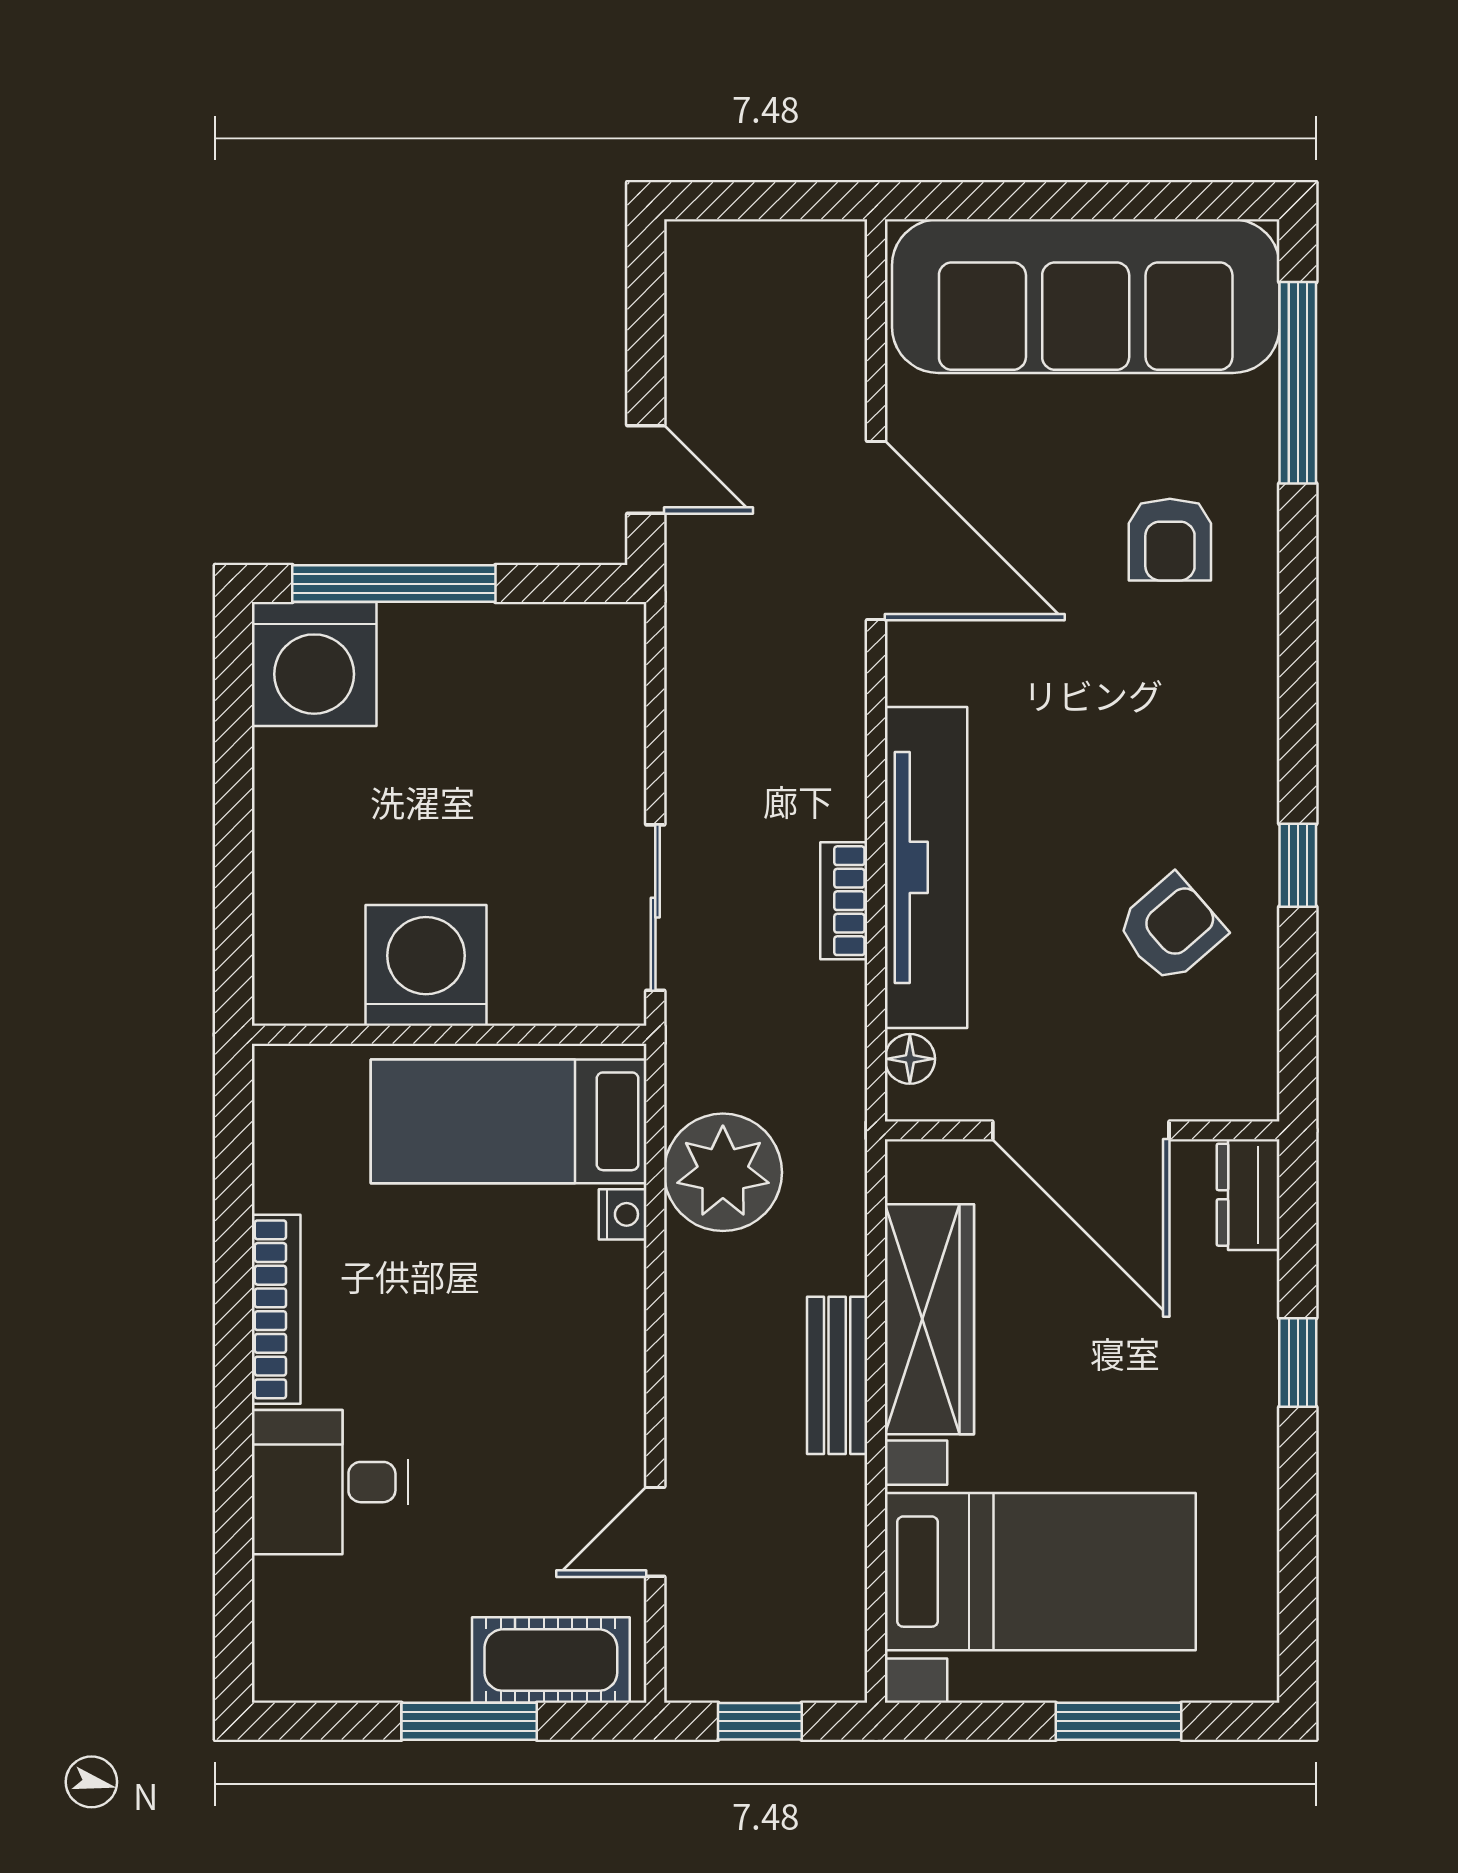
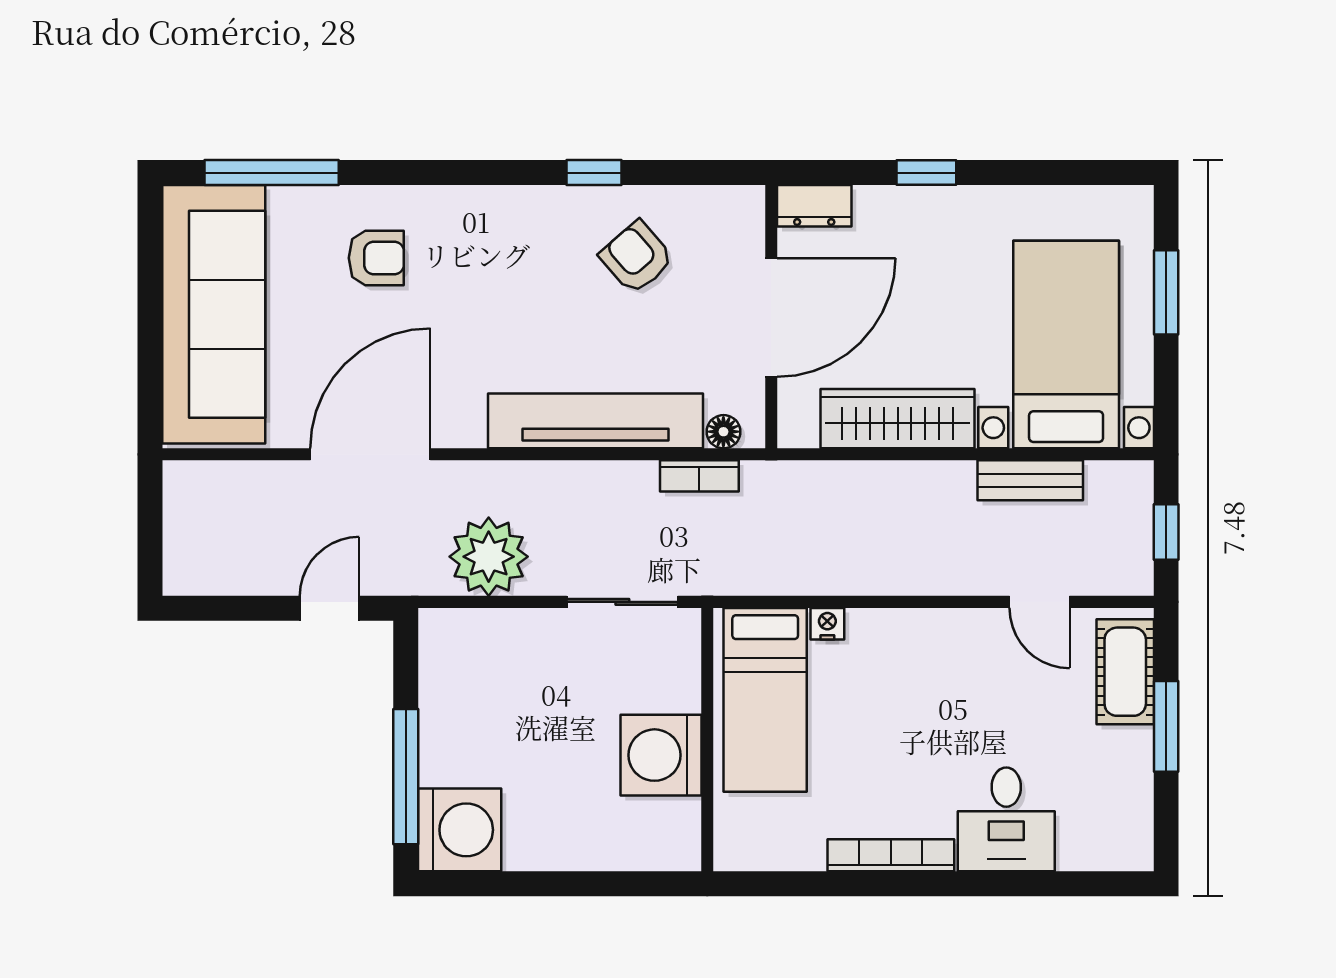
bookcase: (844, 901) -> (699, 476), moved
plant: (723, 1172) -> (489, 557), moved
bench: (837, 1375) -> (1030, 480), moved

